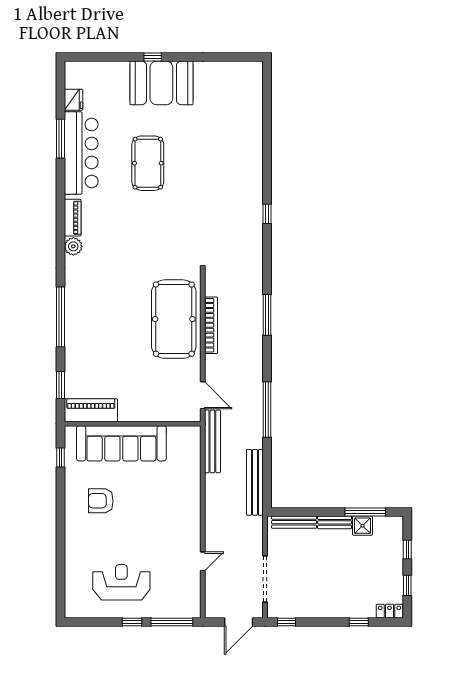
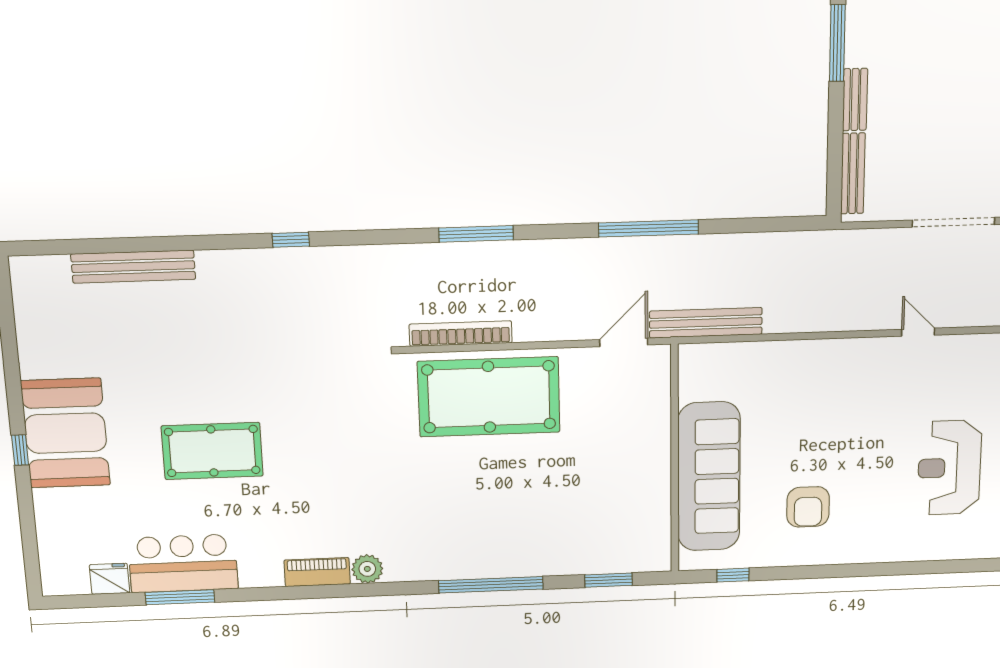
bar counter: (81, 153) -> (183, 563), width x0.73
bookcase: (211, 325) -> (461, 334), moved
piano: (91, 410) -> (652, 529), removed
bench: (255, 482) -> (133, 267), moved
shower: (362, 526) -> (862, 48), removed

